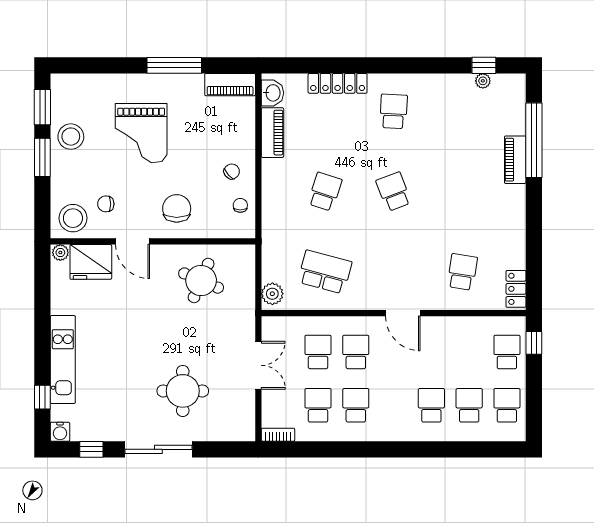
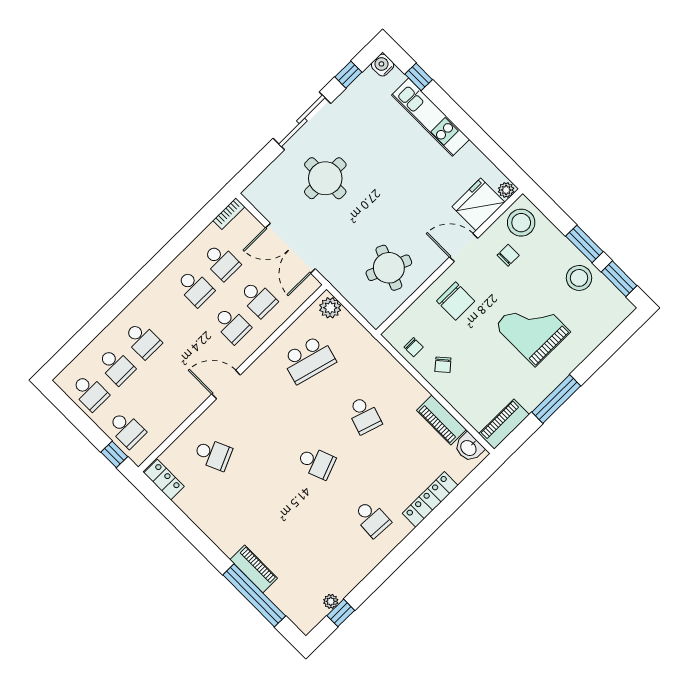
school desk: (462, 272) -> (213, 454), turned -33
double door: (258, 365) -> (290, 248), width x1.37

